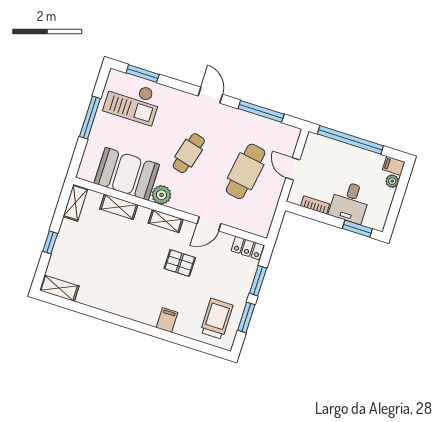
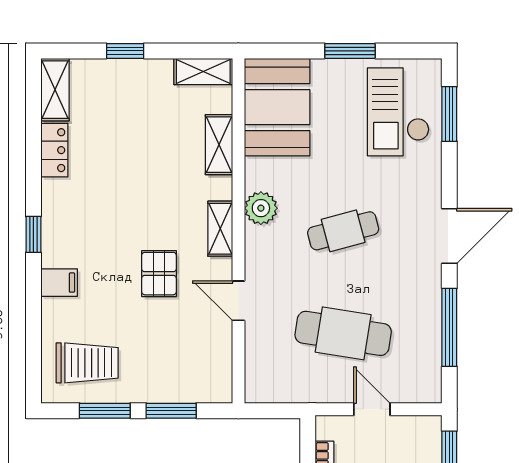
door: (210, 95) -> (449, 236), width x1.38
window: (90, 118) -> (350, 51), width x0.69
cafe table: (189, 153) -> (343, 231), turned -30
door: (293, 169) -> (372, 409), hinge flipped
booth: (127, 174) -> (277, 107), moved
locker: (248, 248) -> (54, 150), moved, turned 180
window: (136, 326) -> (33, 234), added

